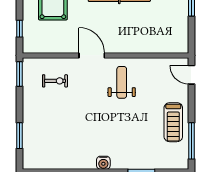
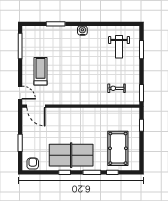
door: (92, 55) -> (36, 106), moved
weight bench: (122, 82) -> (119, 47), moved
treadmill: (173, 122) -> (40, 71), moved

